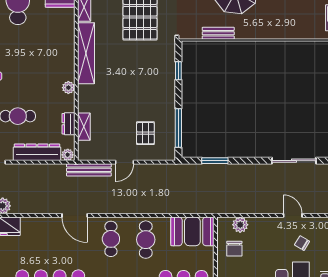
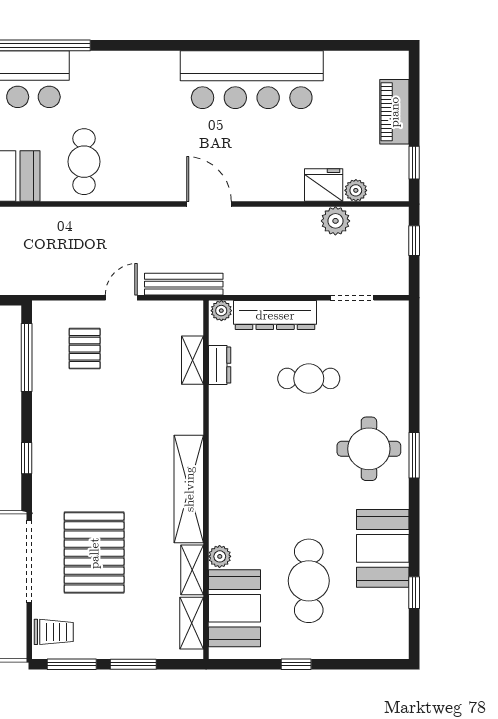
plant: (68, 88) -> (220, 556), moved
cafe table: (111, 239) -> (145, 163), removed

